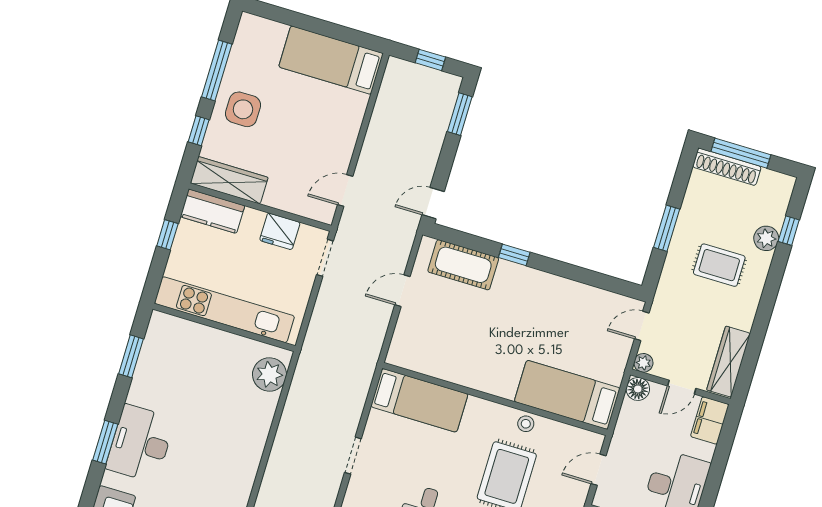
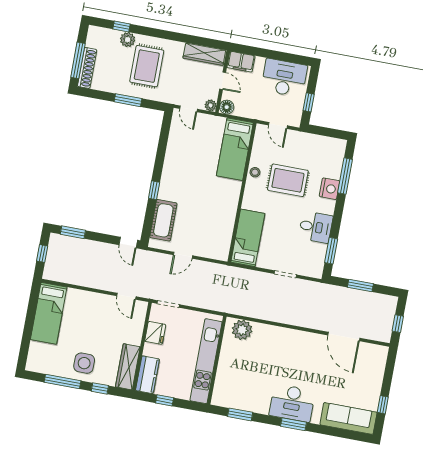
rug: (719, 265) -> (147, 66), width x1.36, depth x1.43
door: (402, 291) -> (183, 255), hinge flipped

